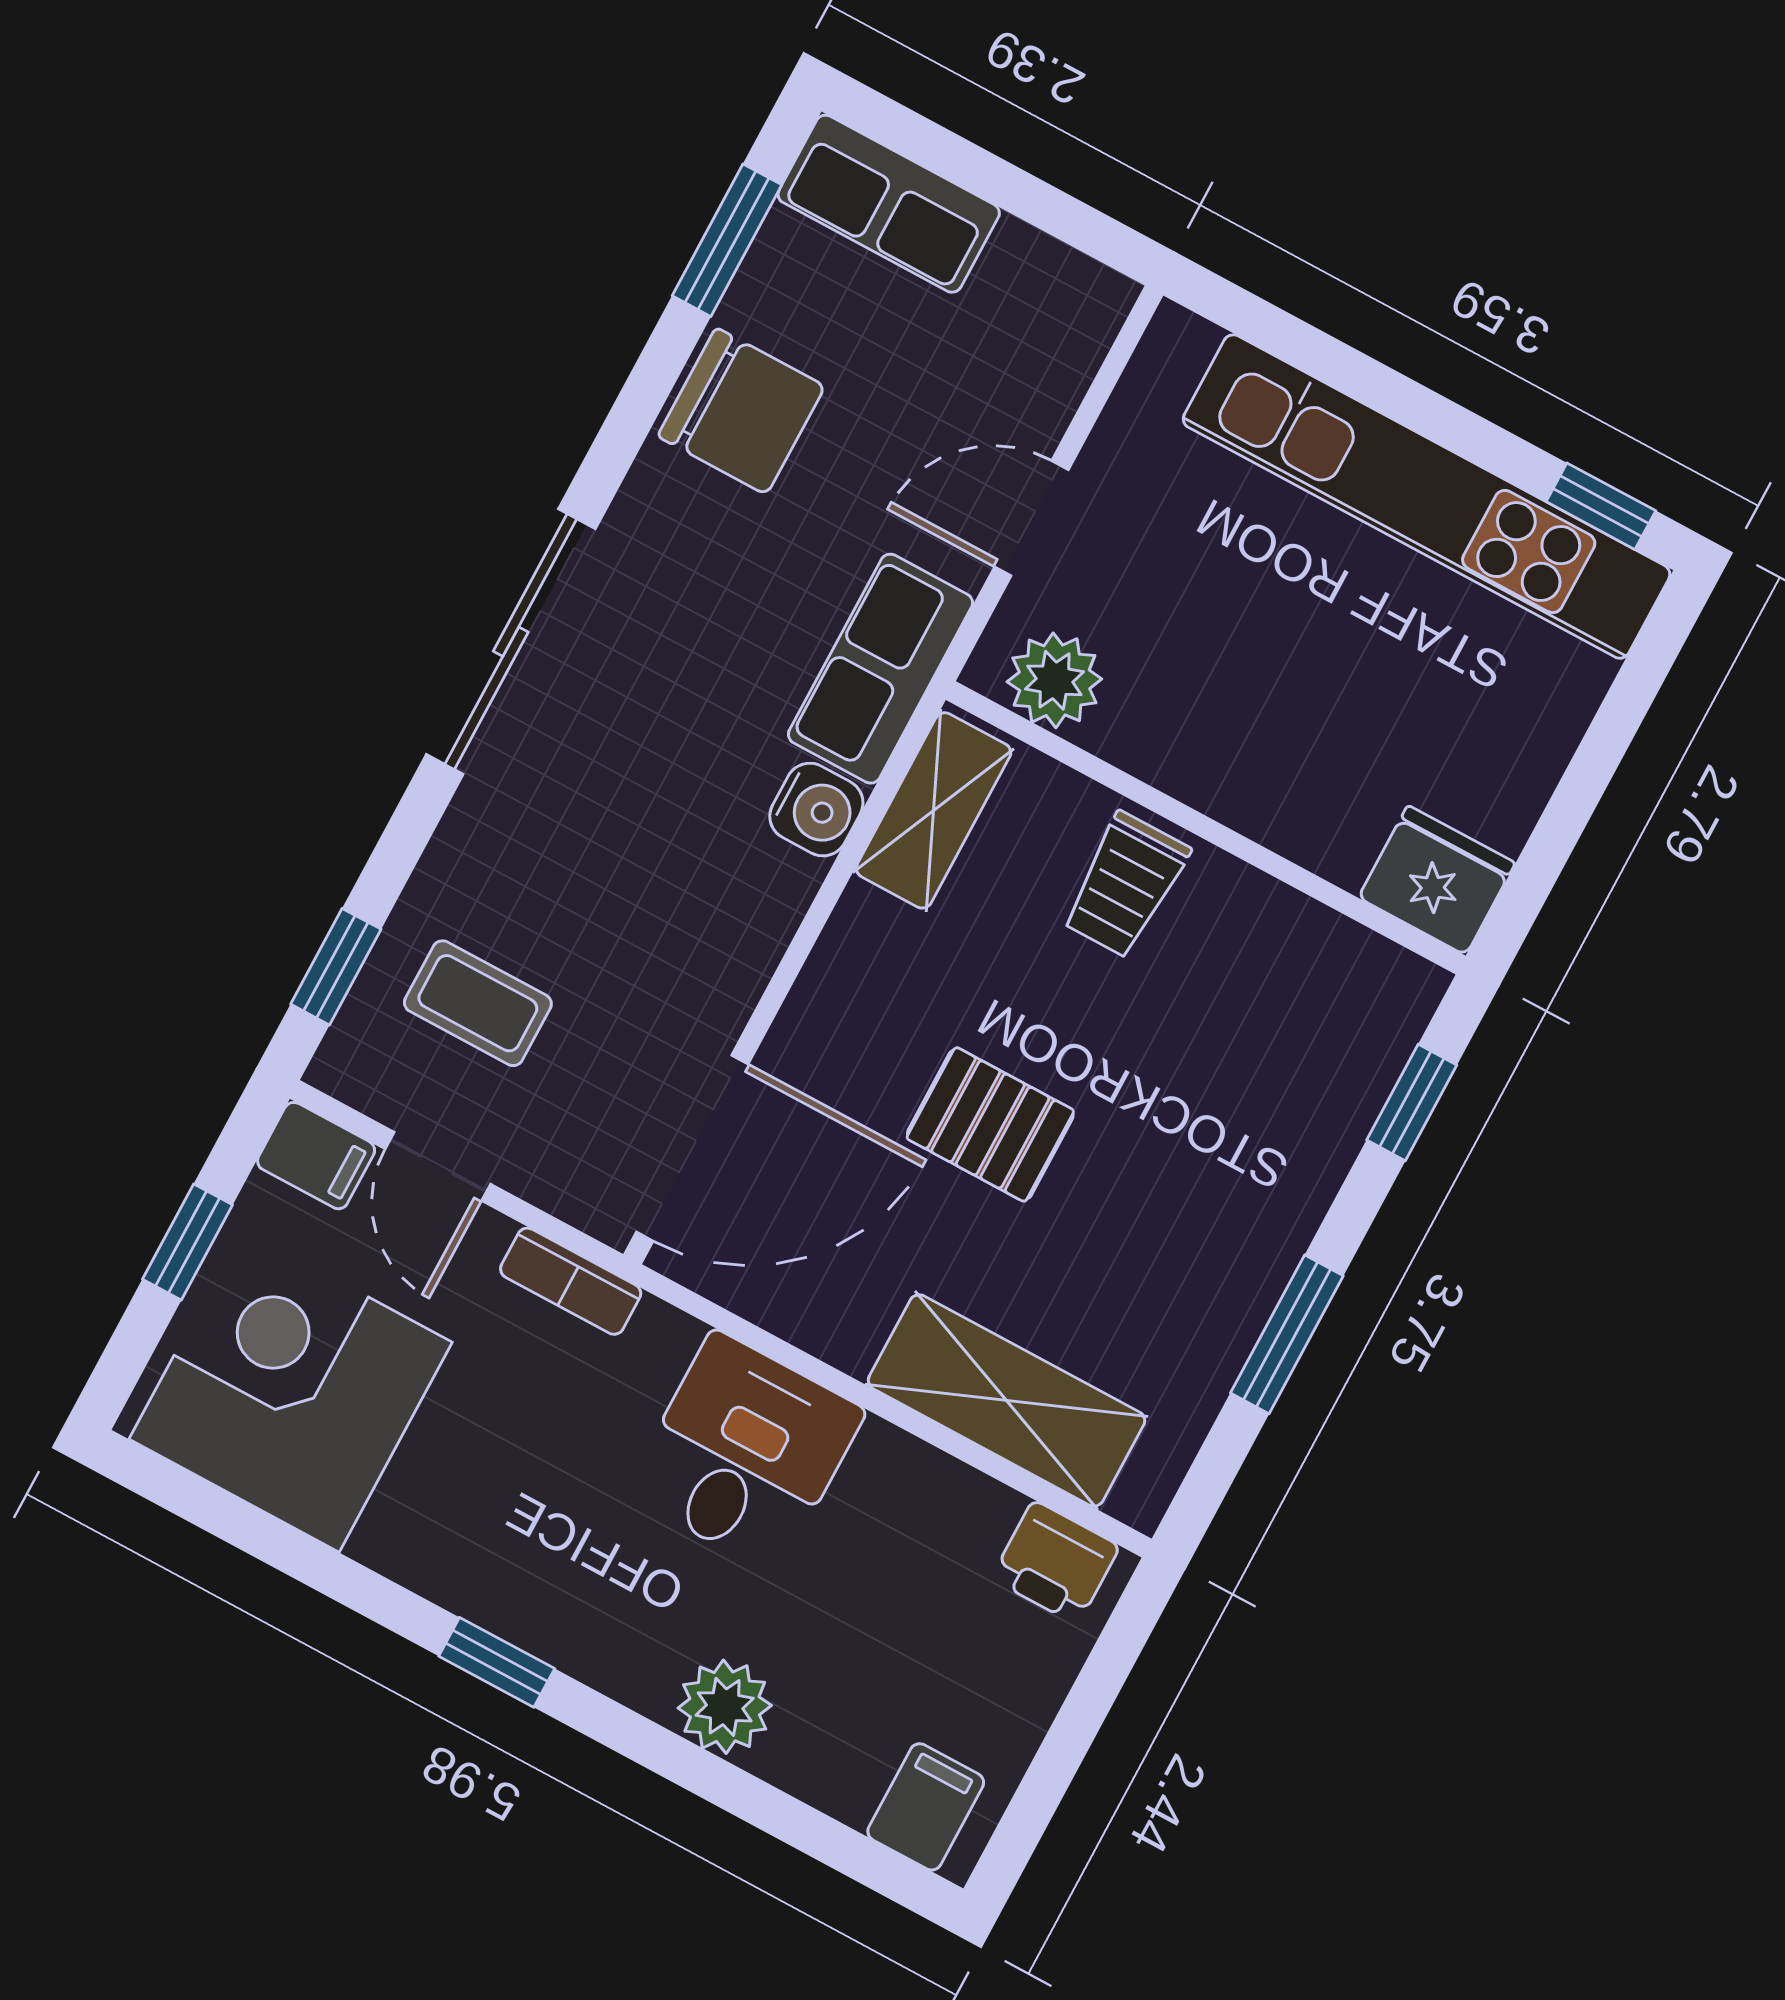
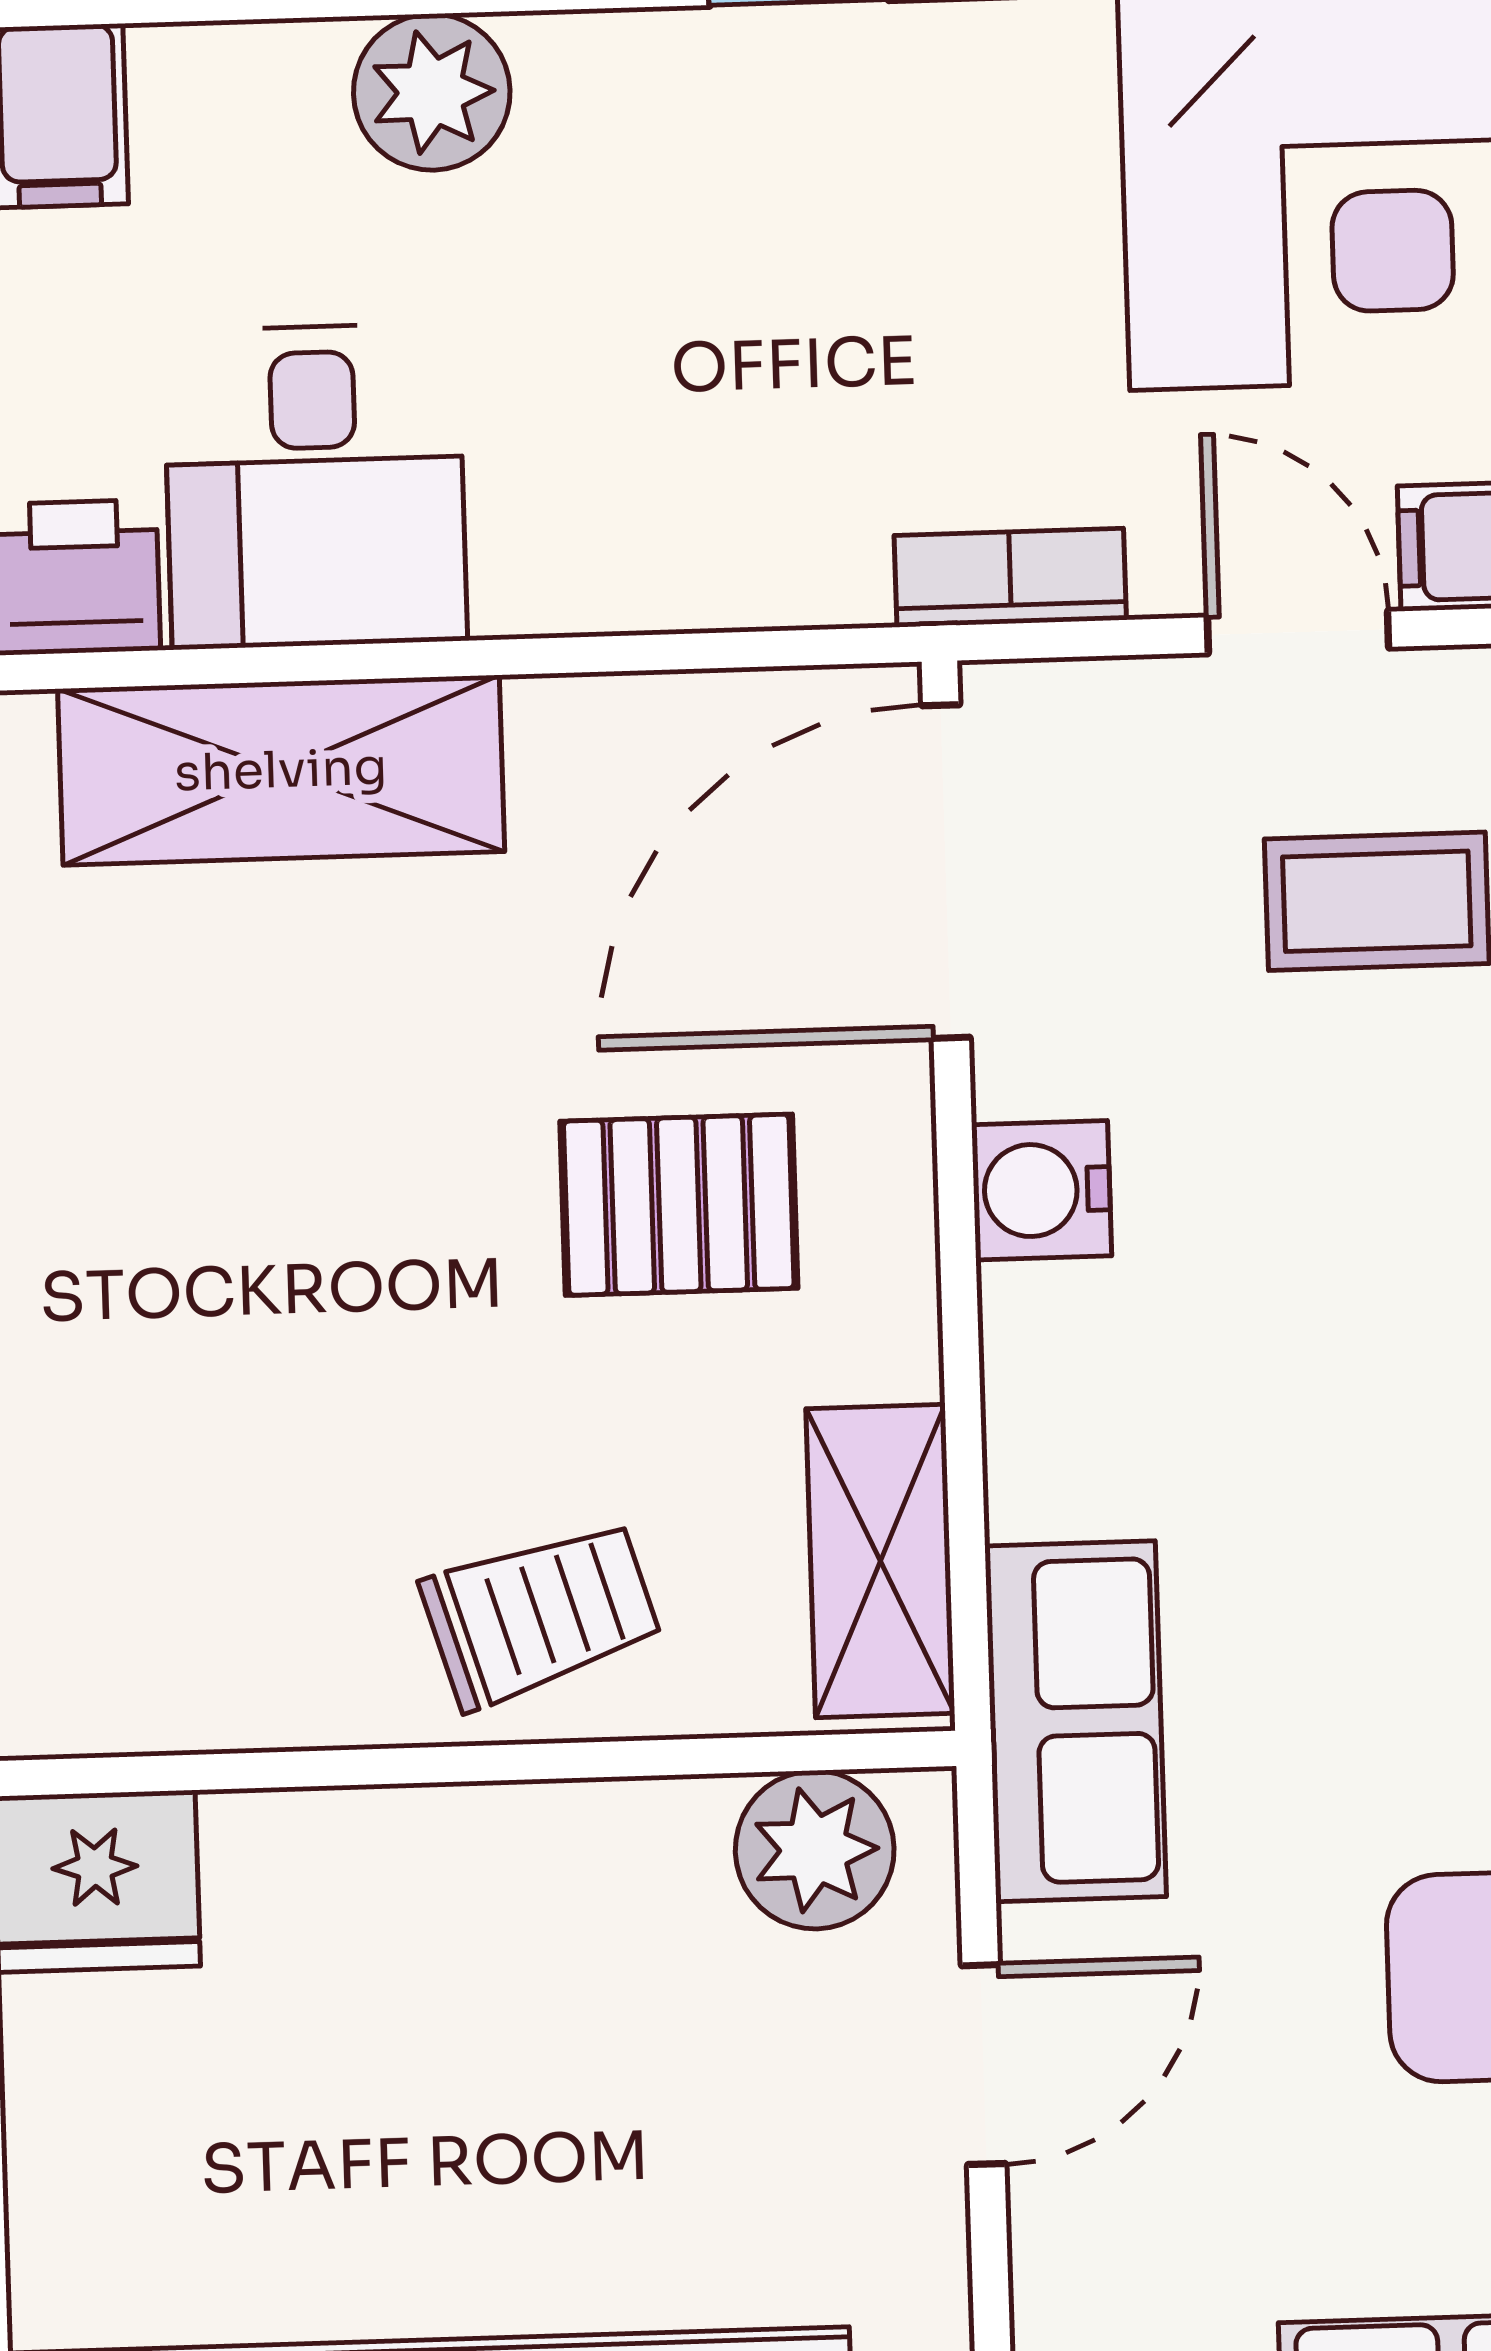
water cooler: (816, 810) -> (1042, 1190), moved
trolley: (1125, 885) -> (541, 1614), turned 73
pallet: (990, 1124) -> (679, 1205), moved
desk: (745, 1452) -> (315, 486), moved

